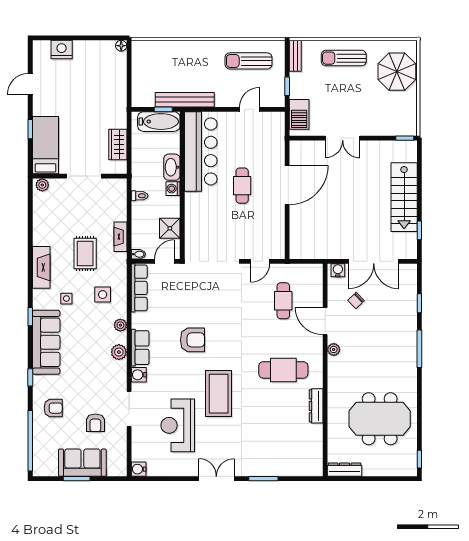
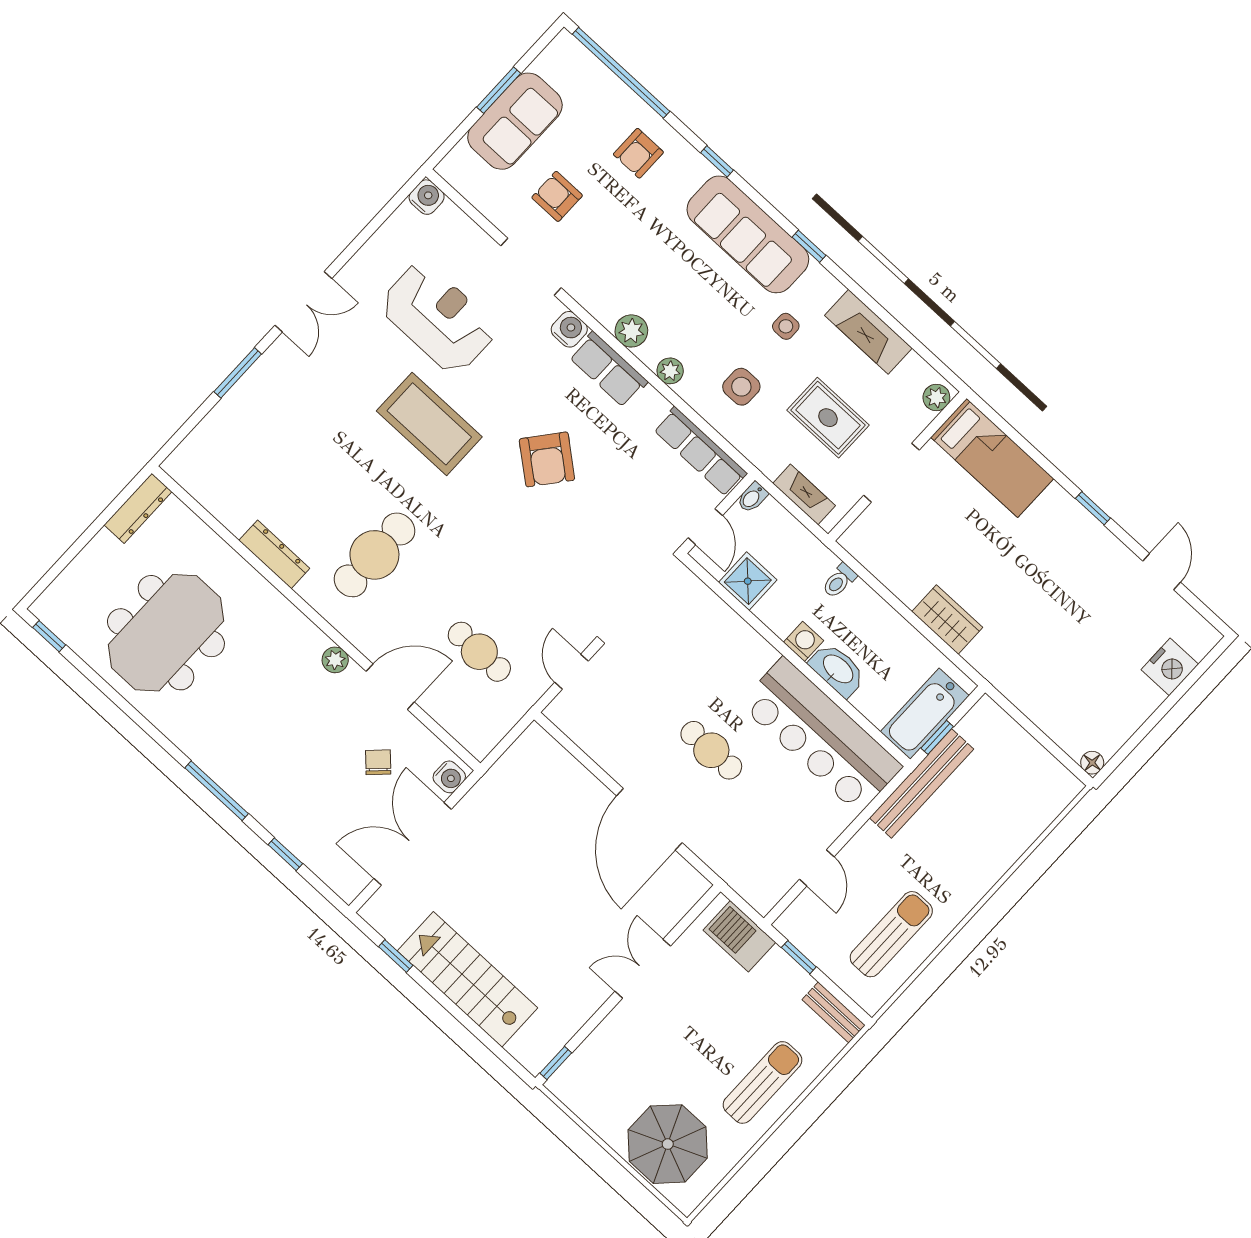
bed: (45, 145) -> (992, 458), moved
wall: (80, 176) -> (897, 466), moved
doorway: (84, 176) -> (892, 473), moved
plant: (42, 185) -> (936, 397), moved
armchair: (192, 340) -> (547, 459), turned -51

